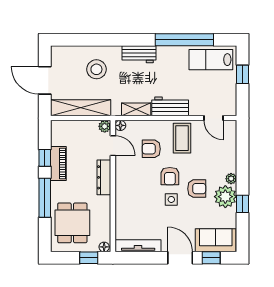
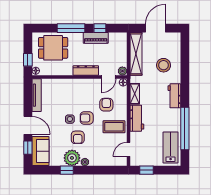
window: (242, 74) -> (146, 170), moved
door: (180, 258) -> (28, 125), hinge flipped

